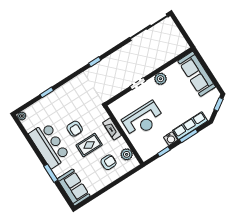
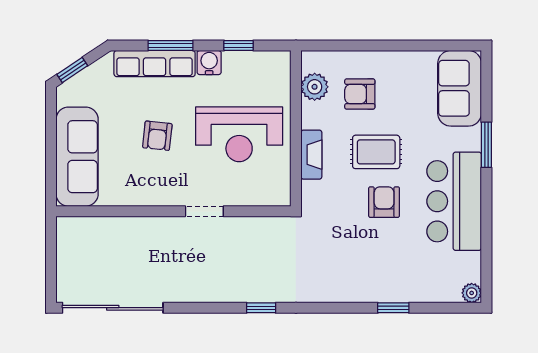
plant: (160, 79) -> (154, 192), removed
armchair: (172, 100) -> (157, 136), added
reception desk: (143, 120) -> (239, 134), turned 180

